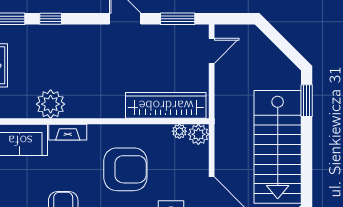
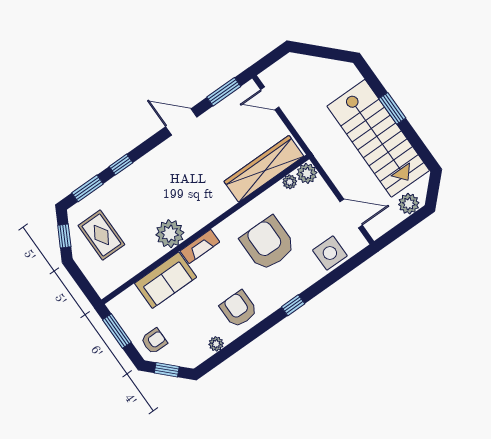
door: (212, 51) -> (270, 98), swing flipped
window: (307, 101) -> (392, 108), moved
armchair: (125, 169) -> (268, 244), turned -90

